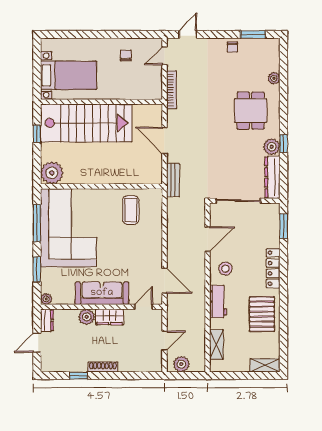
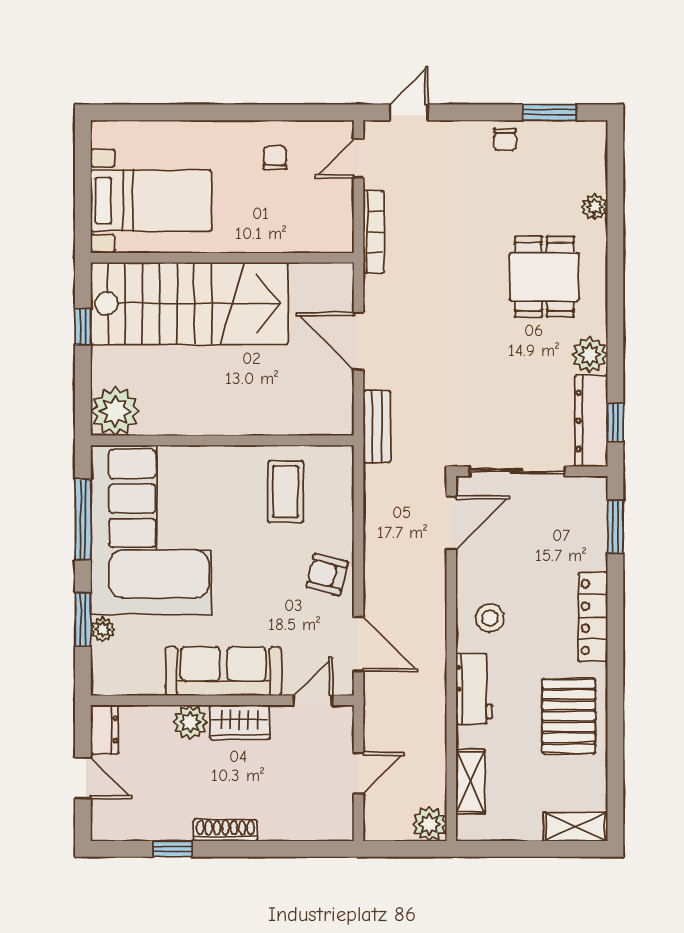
window: (284, 144) -> (615, 422), moved
door: (208, 239) -> (451, 523), moved
armchair: (150, 248) -> (327, 574), added
plant: (46, 299) -> (103, 629), moved
door: (37, 343) -> (83, 778), swing flipped
plant: (181, 364) -> (429, 824), moved

